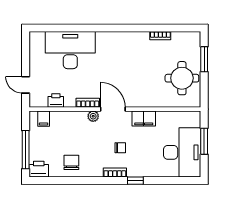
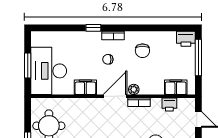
door: (113, 109) -> (115, 96), swing flipped
filing cabinet: (44, 119) -> (176, 87), width x2.00
desk: (182, 152) -> (49, 71), moved
chair: (71, 162) -> (142, 51), moved

